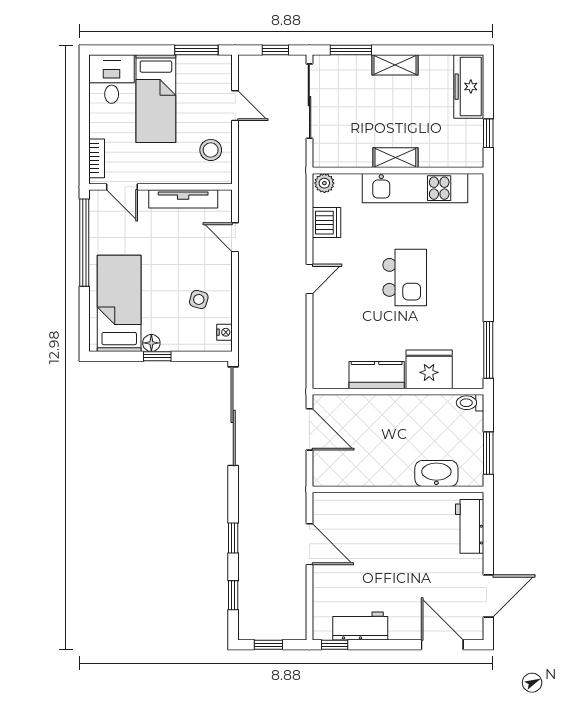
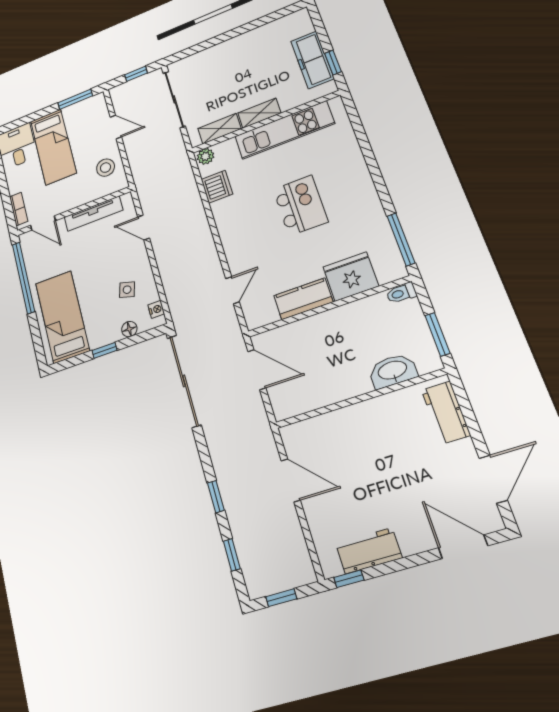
window: (351, 50) -> (196, 49), removed
shelving: (395, 65) -> (219, 129), moved
freezer: (469, 87) -> (312, 60), moved
door: (309, 279) -> (232, 290), moved
floor lamp: (151, 343) -> (129, 329), moved

